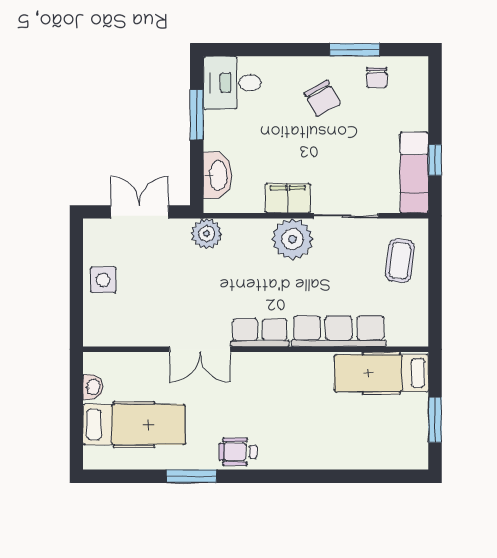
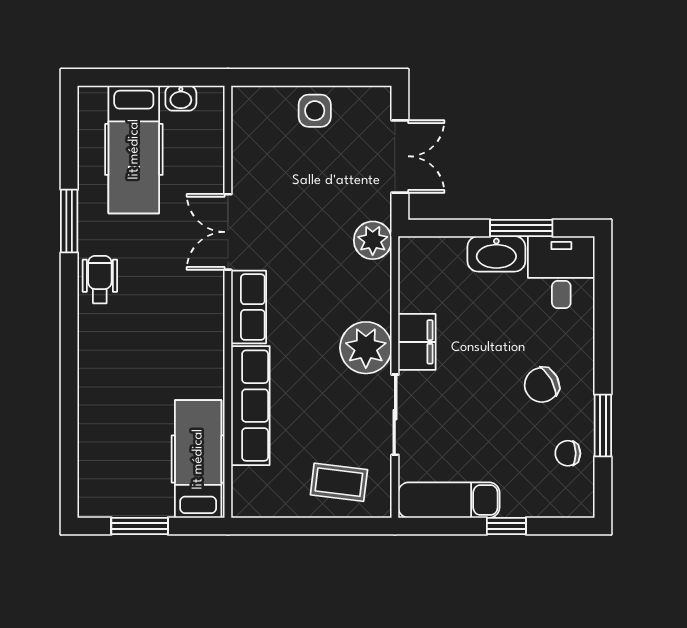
window: (435, 160) -> (506, 526), moved
washbasin: (217, 175) -> (496, 254), moved

